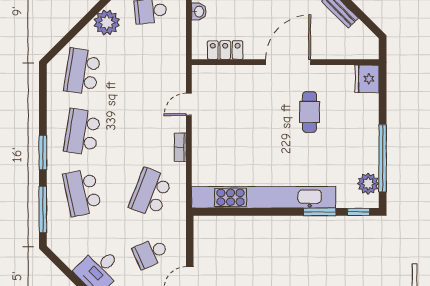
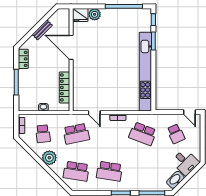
locker: (225, 50) -> (64, 87), width x1.53
door: (288, 62) -> (71, 47), moved
cafe table: (309, 112) -> (98, 47), removed
plant: (368, 184) -> (95, 14), moved
school desk: (82, 193) -> (76, 134), moved
washbasin: (67, 252) -> (175, 180), added

